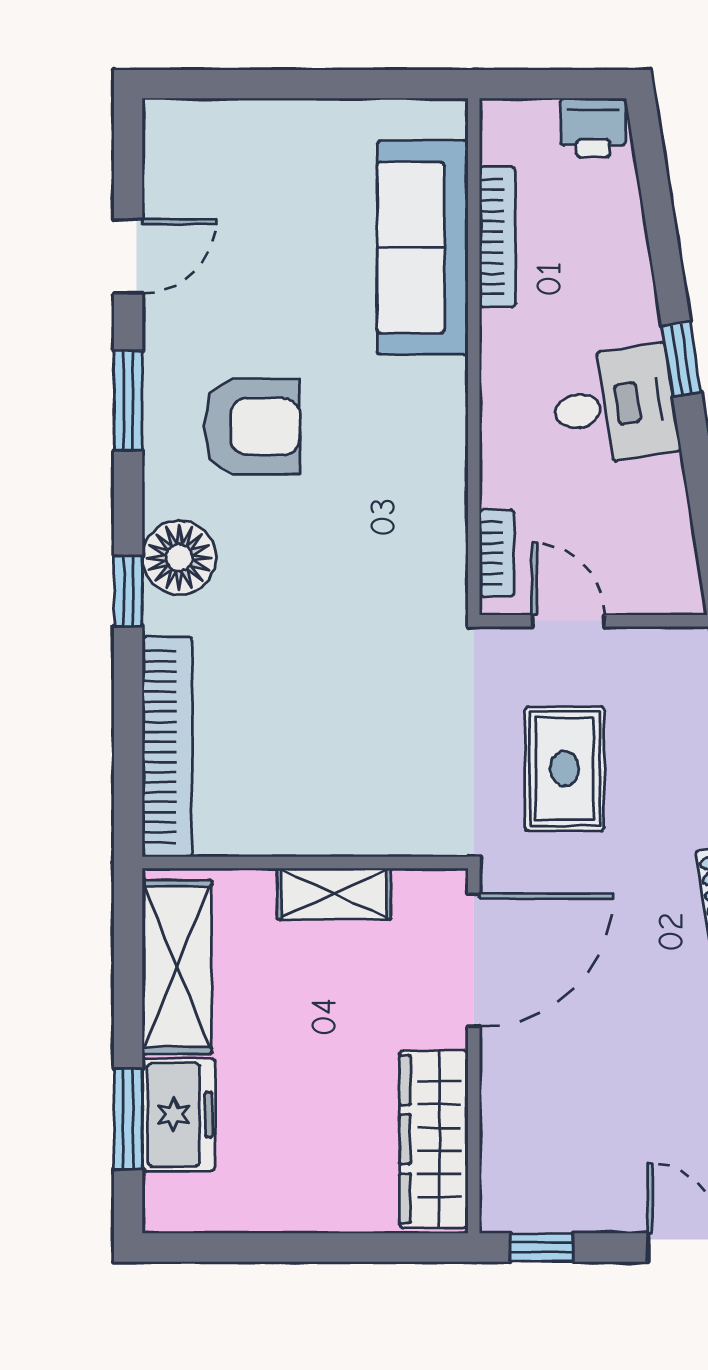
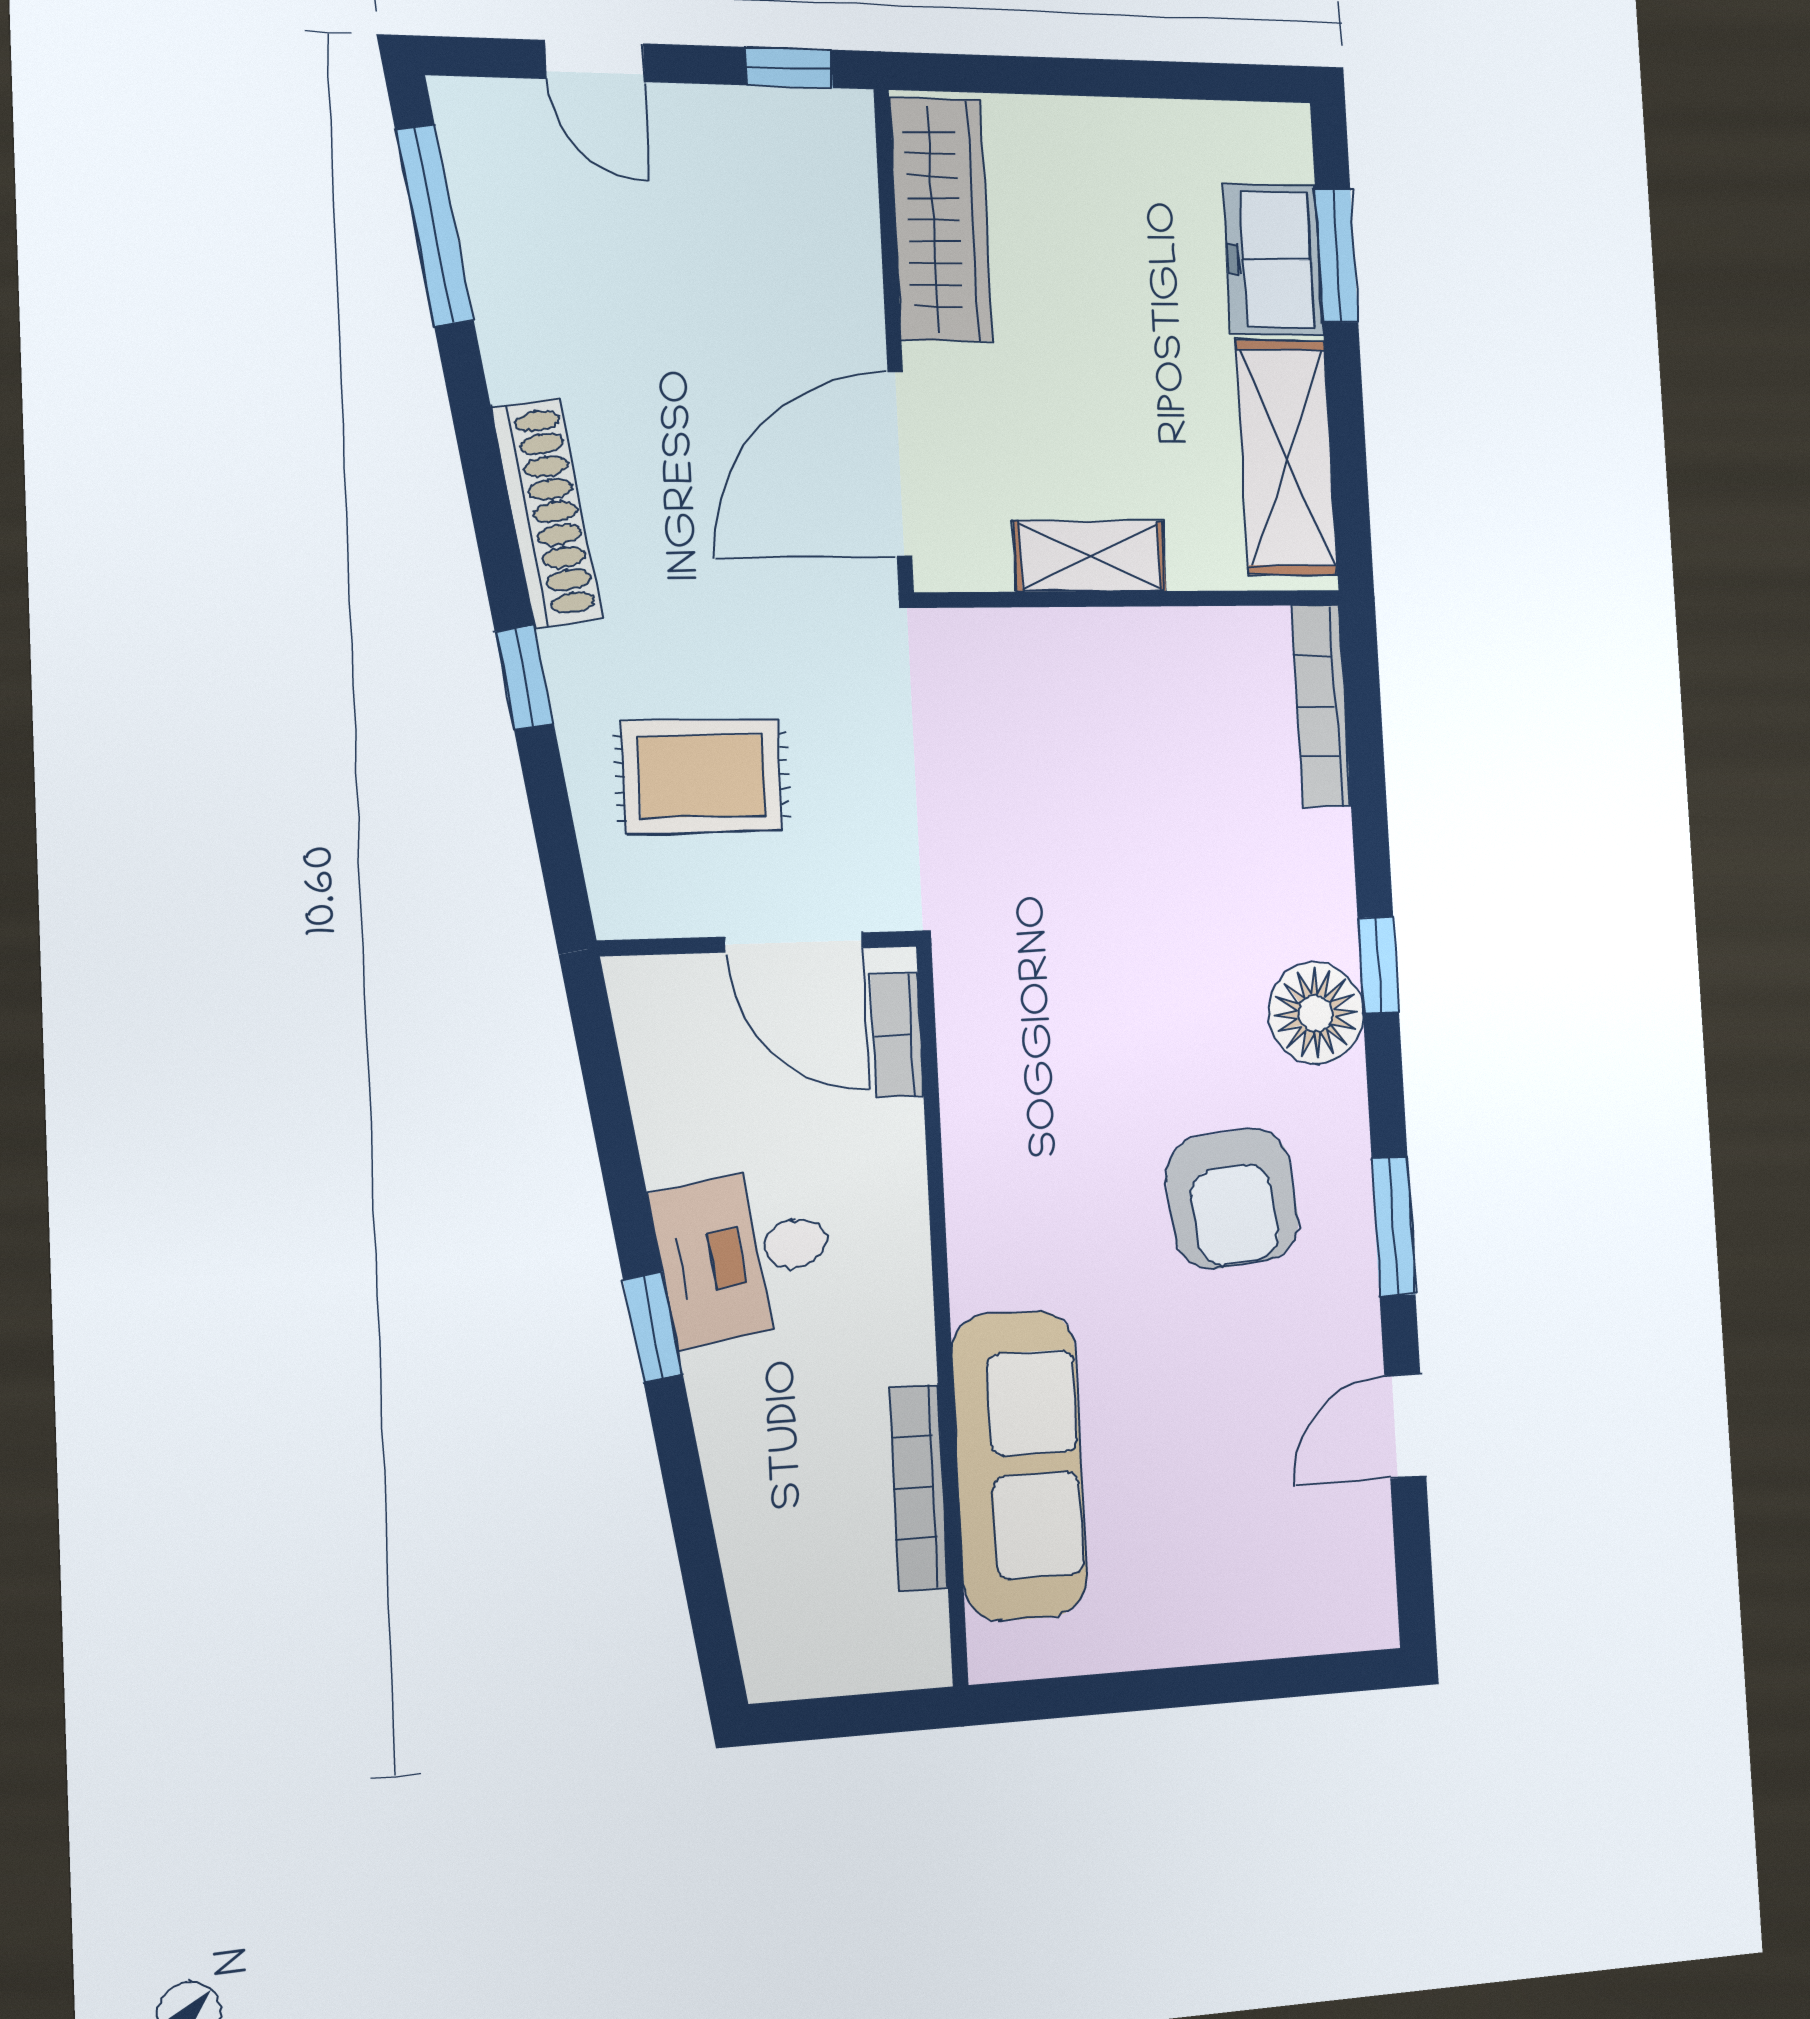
printer: (593, 128) -> (793, 1657), removed
armchair: (252, 427) -> (1232, 1199), turned -96
door: (568, 621) -> (794, 942), width x1.38
bookcase: (167, 747) -> (1321, 706), width x0.68, depth x0.76
rug: (565, 769) -> (702, 776), moved, turned 90

